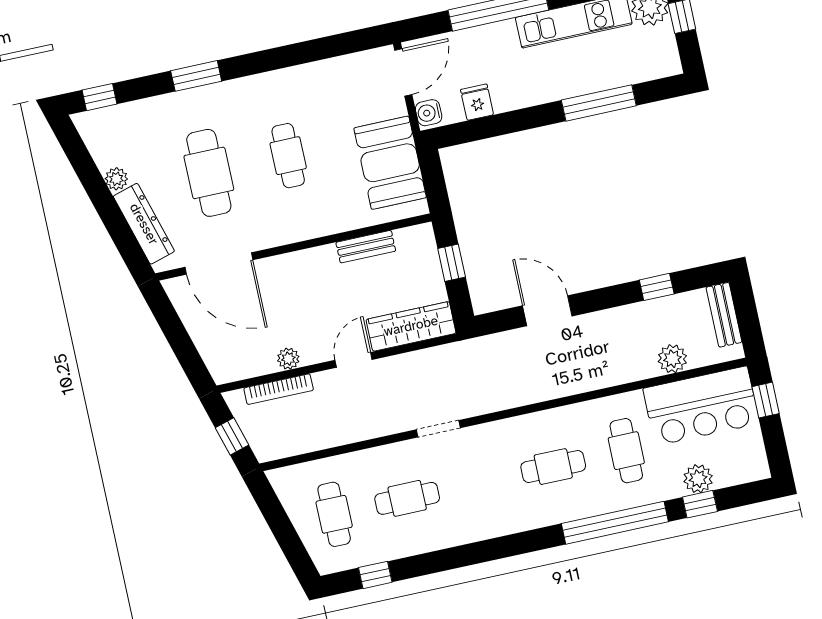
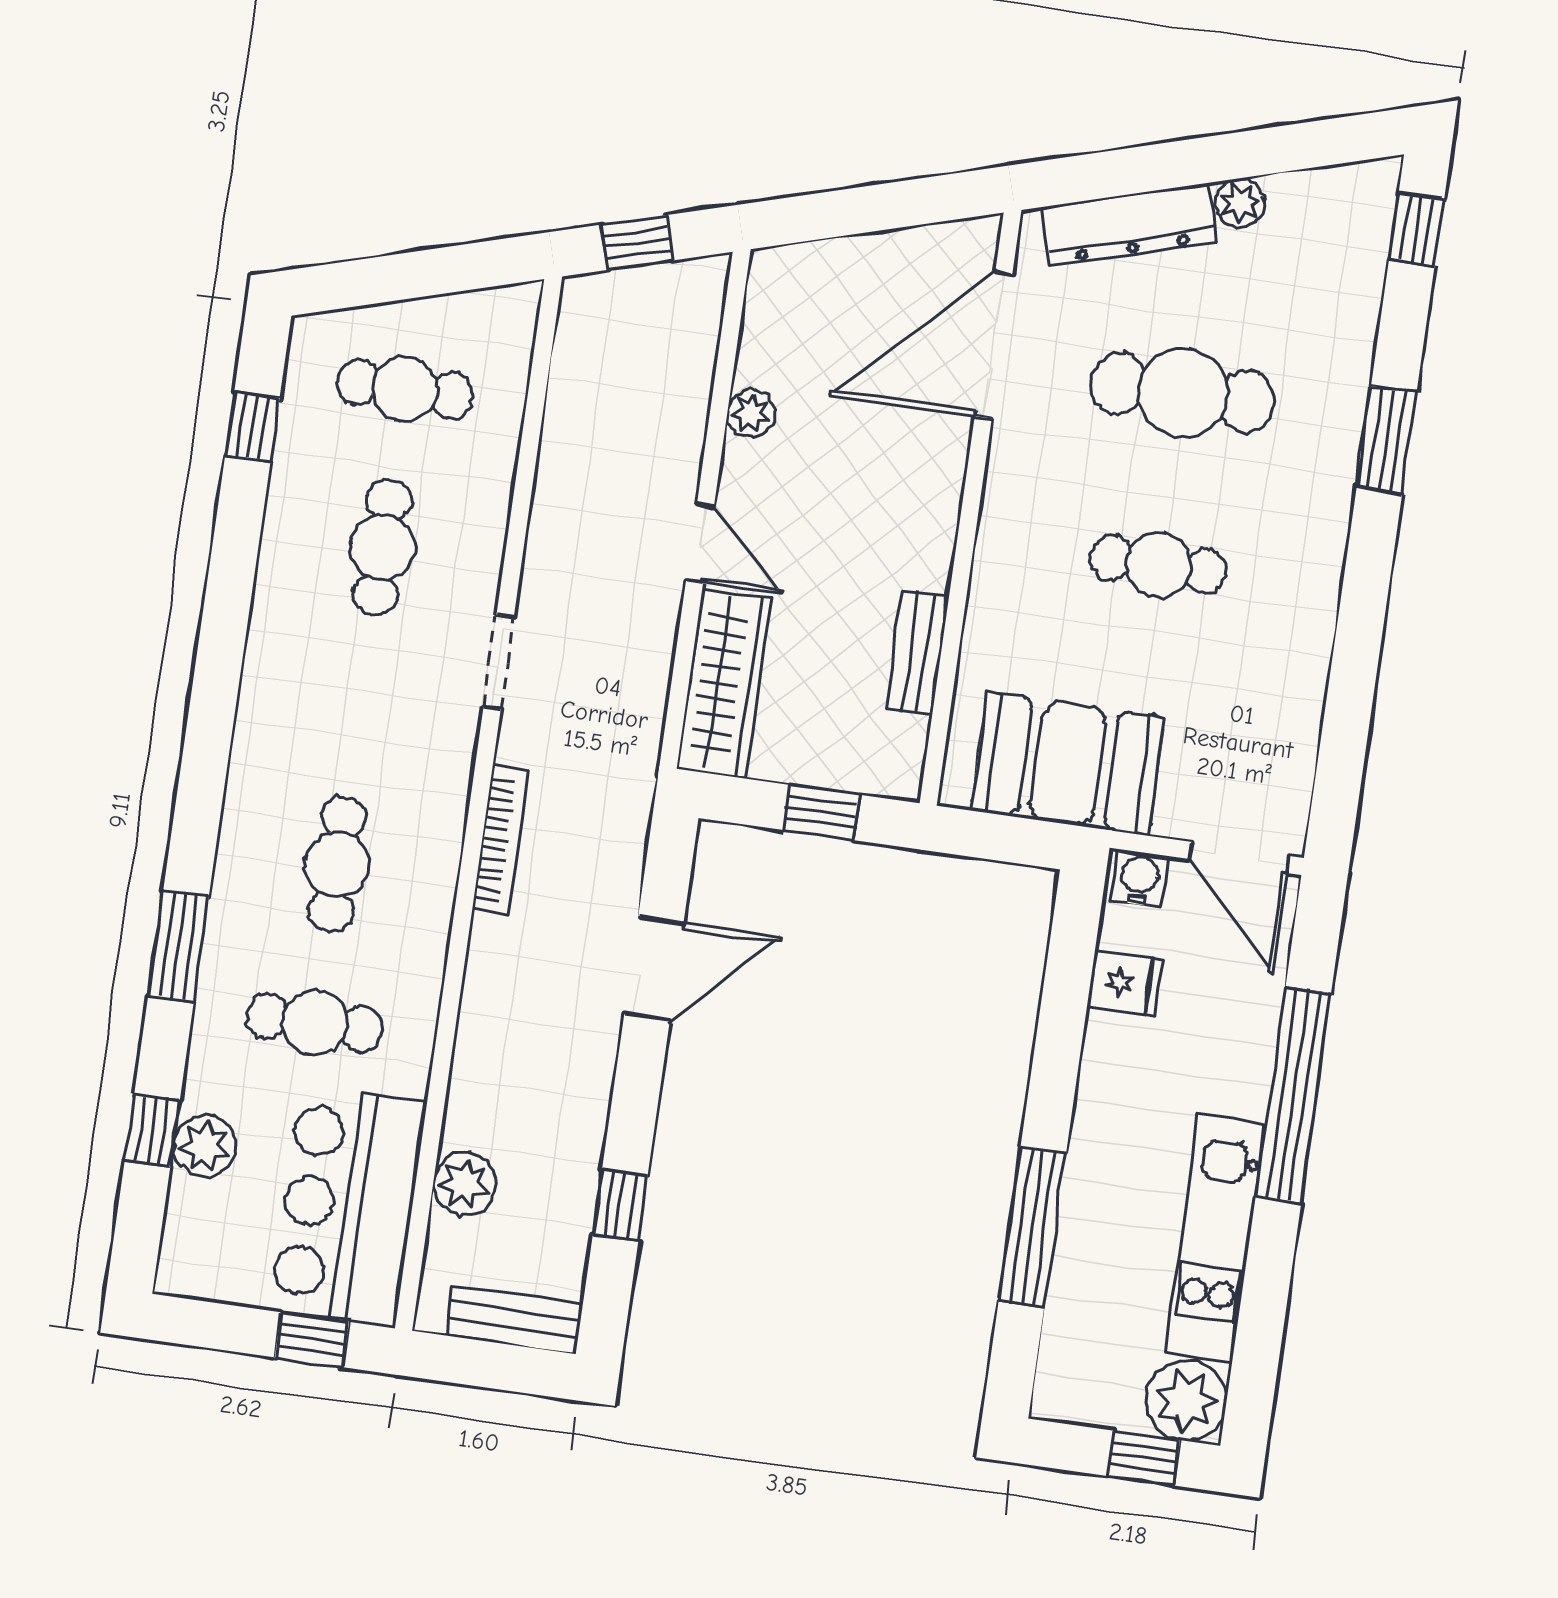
bookcase: (279, 389) -> (501, 840), moved, turned 180
window: (615, 523) -> (178, 946), width x0.47

